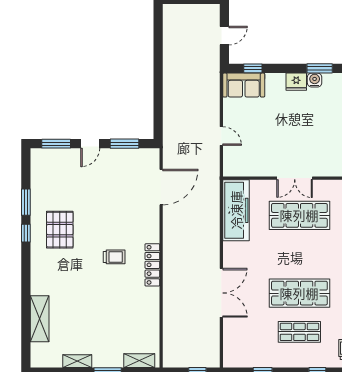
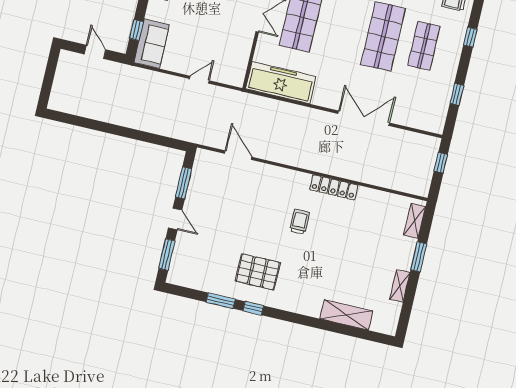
door: (161, 187) -> (238, 155), width x0.73
locker: (152, 265) -> (334, 187), moved

